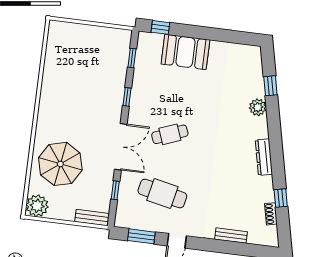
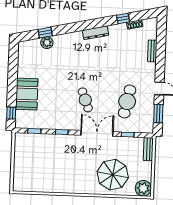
plant: (258, 107) -> (47, 43), moved

